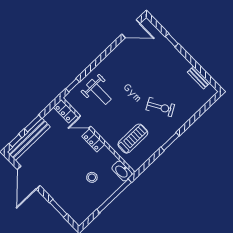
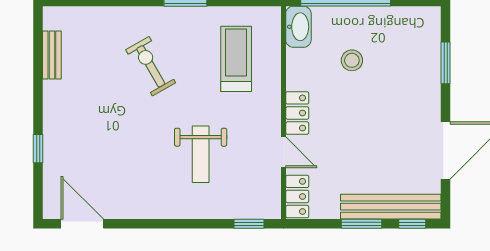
weight bench: (99, 92) -> (201, 154), moved, turned 180
treadmill: (133, 139) -> (236, 59), turned 90

